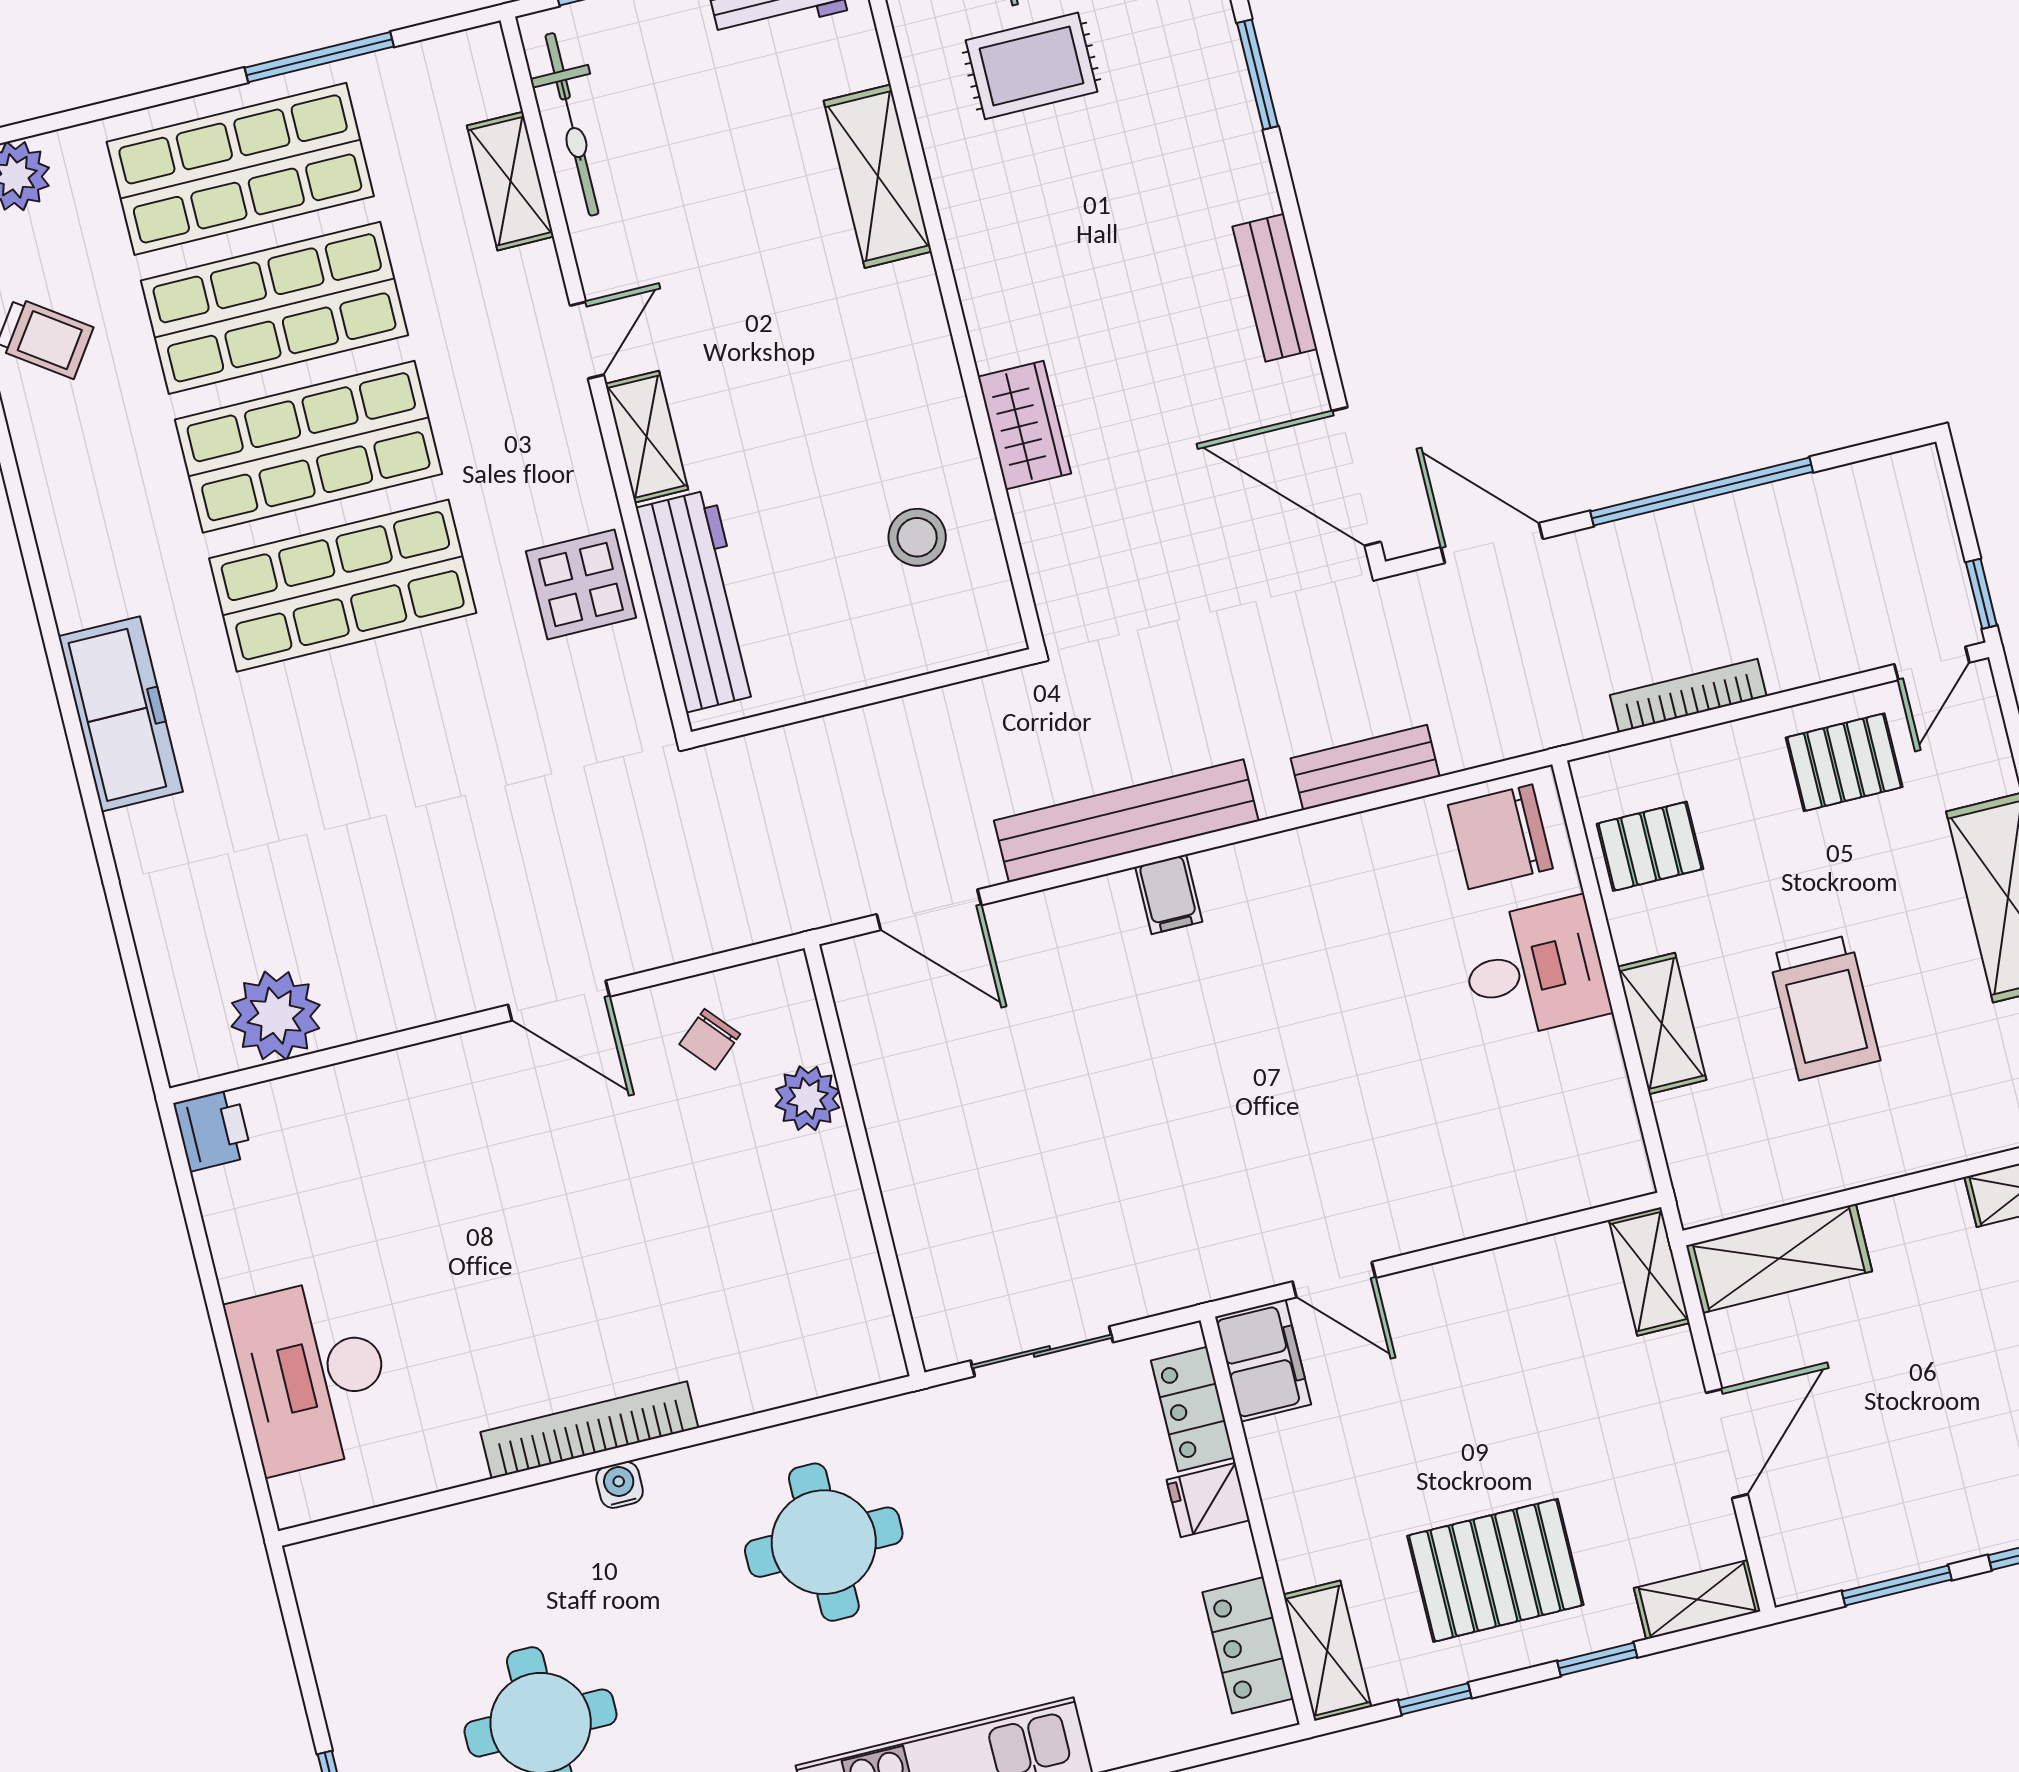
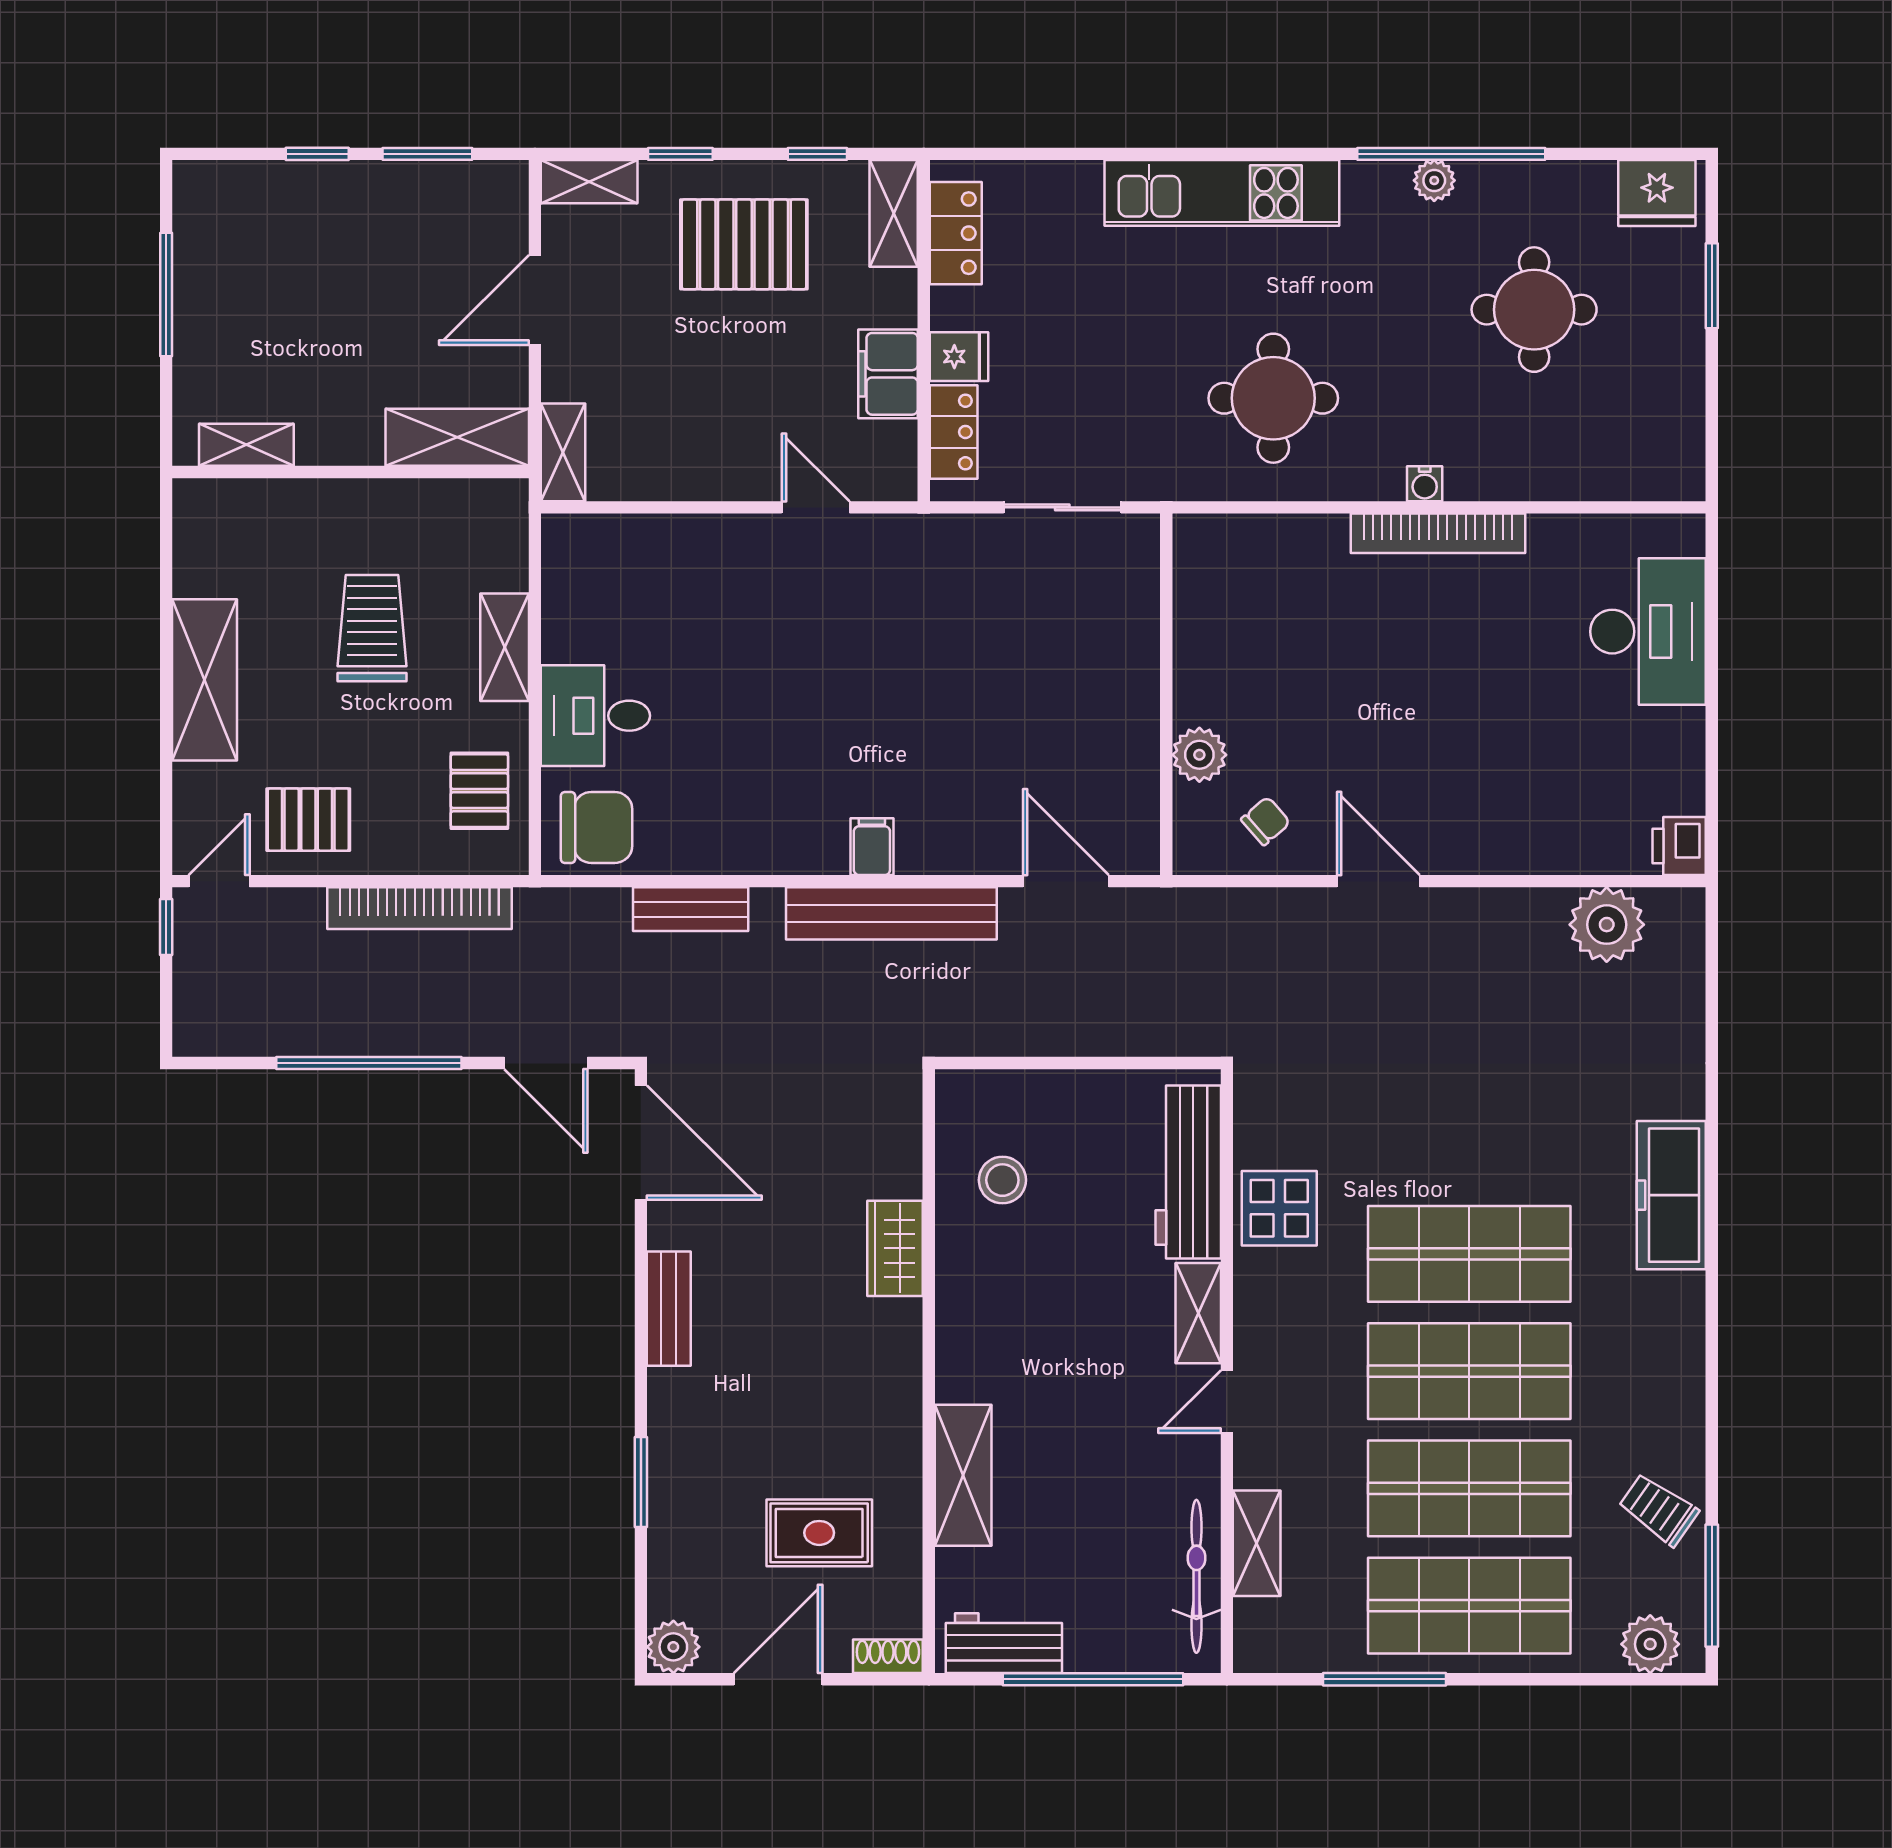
bookcase: (1688, 696) -> (419, 908), width x1.48, depth x1.31
pallet: (1650, 846) -> (479, 791), turned 90
filing cabinet: (1263, 1361) -> (888, 374), moved

